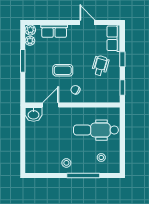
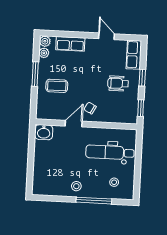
wheelchair: (100, 66) -> (118, 83), turned -106
coffee table: (63, 70) -> (57, 86), moved
door: (51, 105) -> (74, 124), moved

